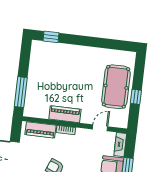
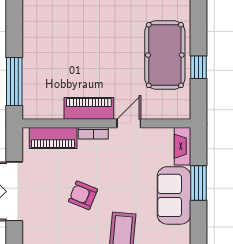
door: (100, 128) -> (129, 123), moved

